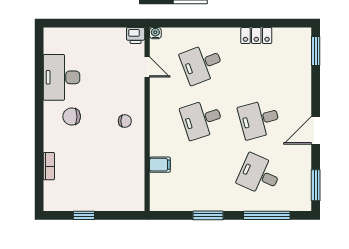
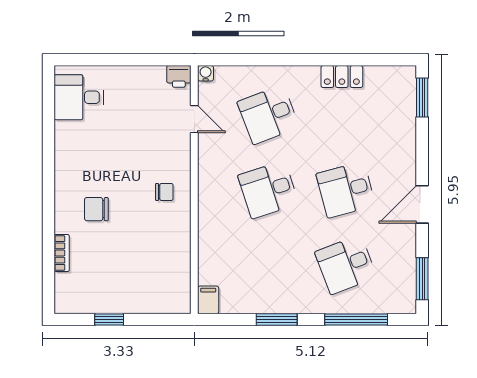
desk: (61, 77) -> (79, 97), moved, width x0.73
chair: (72, 117) -> (96, 209), moved
filing cabinet: (160, 165) -> (208, 300), moved, turned -90
desk: (259, 175) -> (346, 265), turned -45

